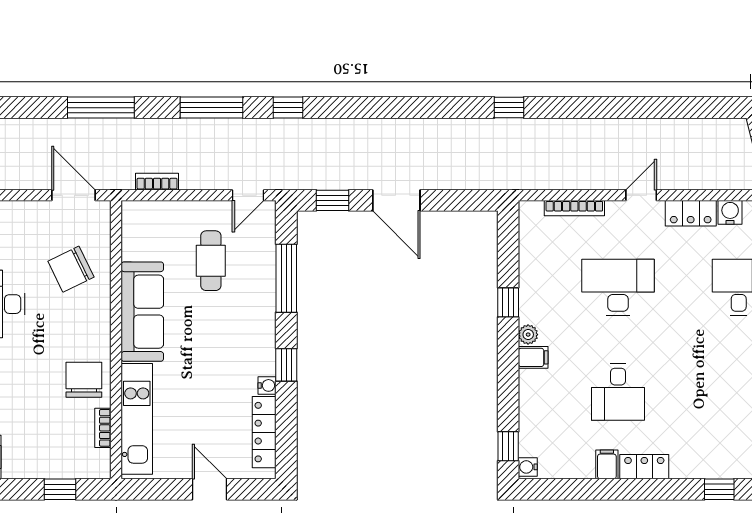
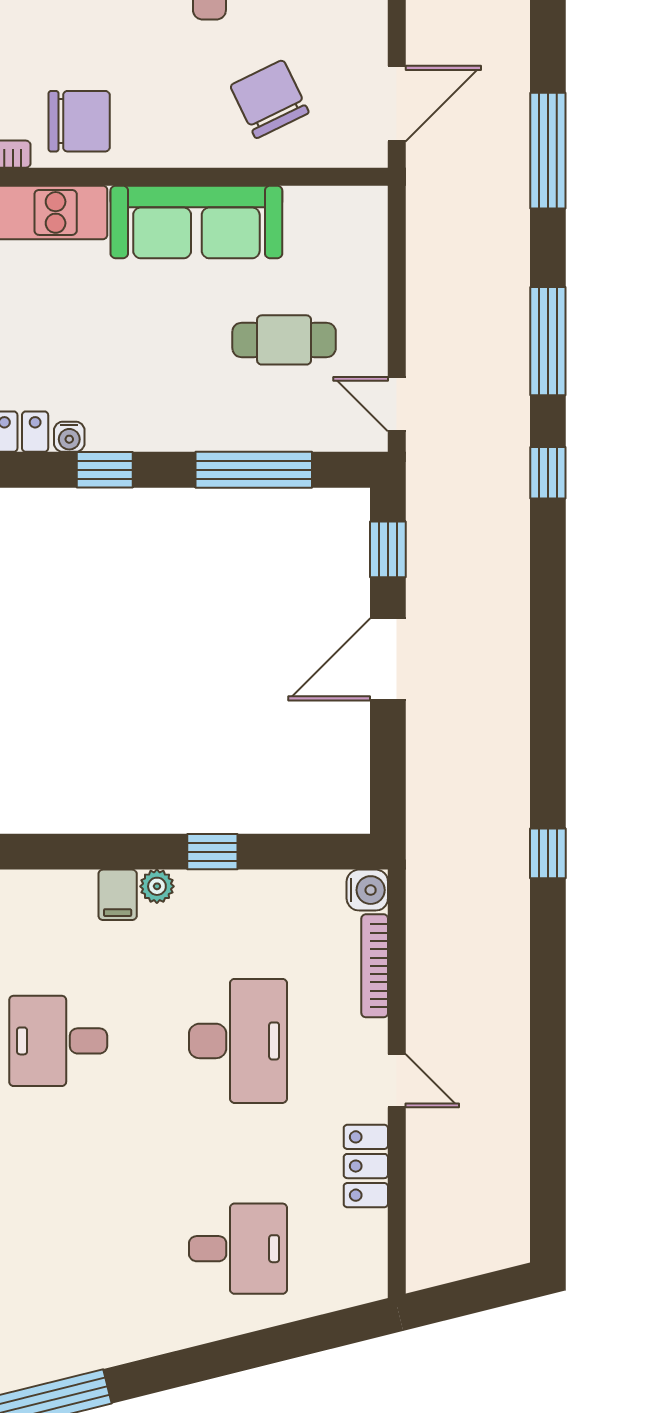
bookcase: (157, 182) -> (420, 247), removed
water cooler: (730, 212) -> (367, 890), moved

